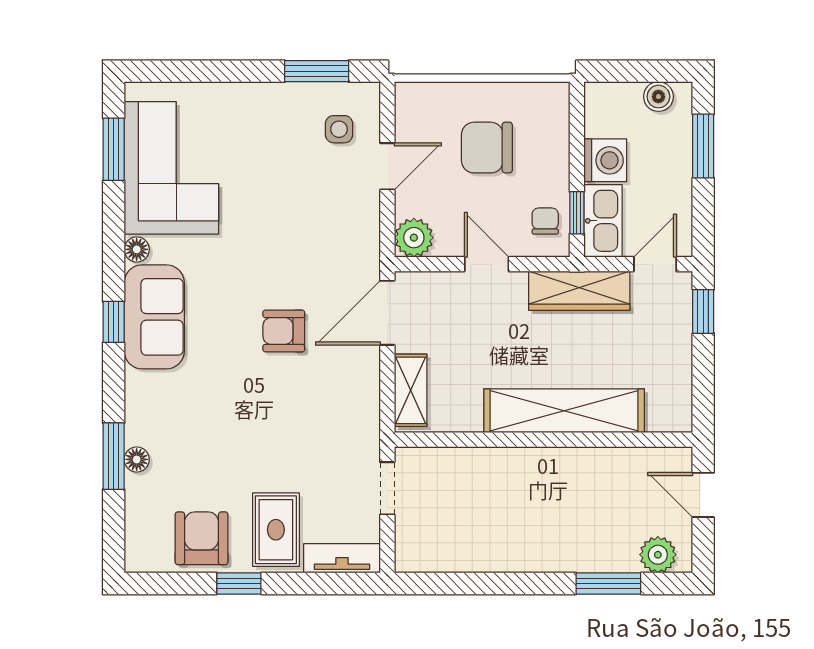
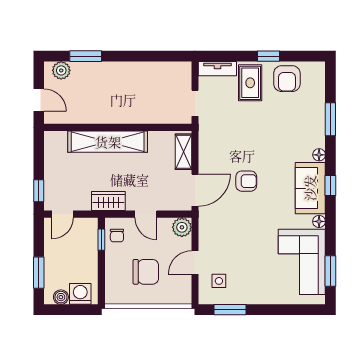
washing machine: (605, 160) -> (80, 294), moved, turned 90
kitchen sink: (603, 221) -> (88, 236), removed
wardrobe: (579, 291) -> (108, 201), width x0.67
floor lamp: (137, 459) -> (319, 155), moved

